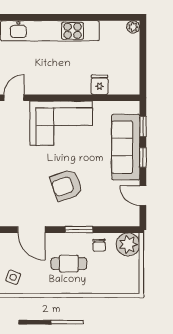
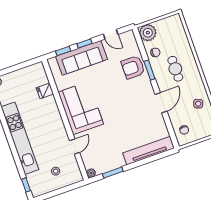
door: (14, 98) -> (75, 147), swing flipped
armchair: (66, 185) -> (133, 67), moved, turned 109
door: (143, 196) -> (111, 34), hinge flipped

